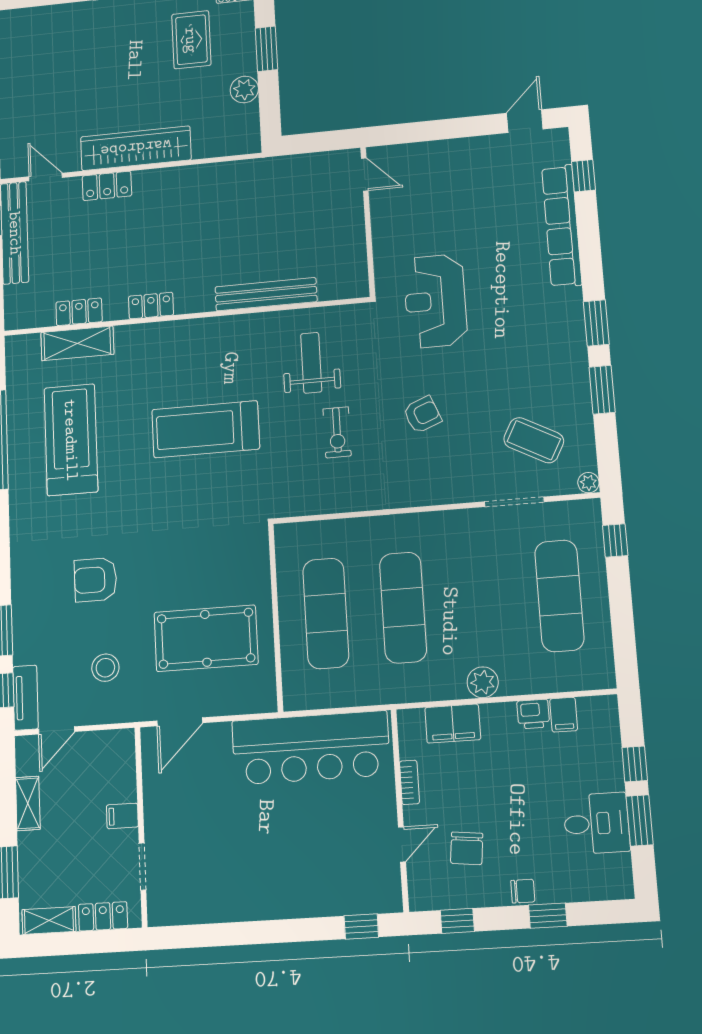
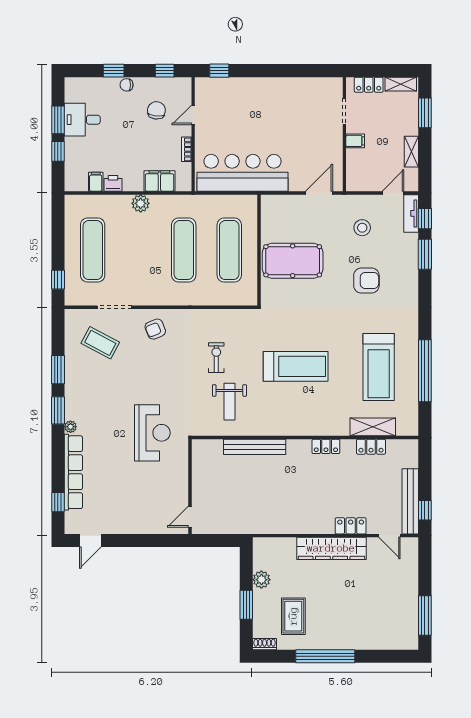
door: (365, 174) -> (190, 517), hinge flipped
armchair: (422, 415) -> (155, 329), moved
plant: (588, 483) -> (71, 427), moved
pool table: (206, 638) -> (293, 261), moved

